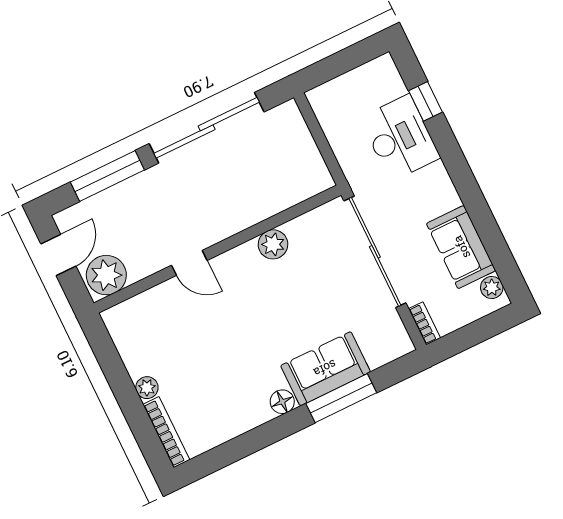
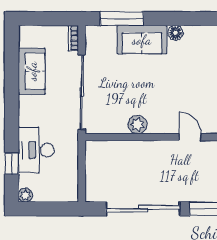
plant: (492, 287) -> (25, 195), moved
window: (341, 398) -> (122, 19), moved

